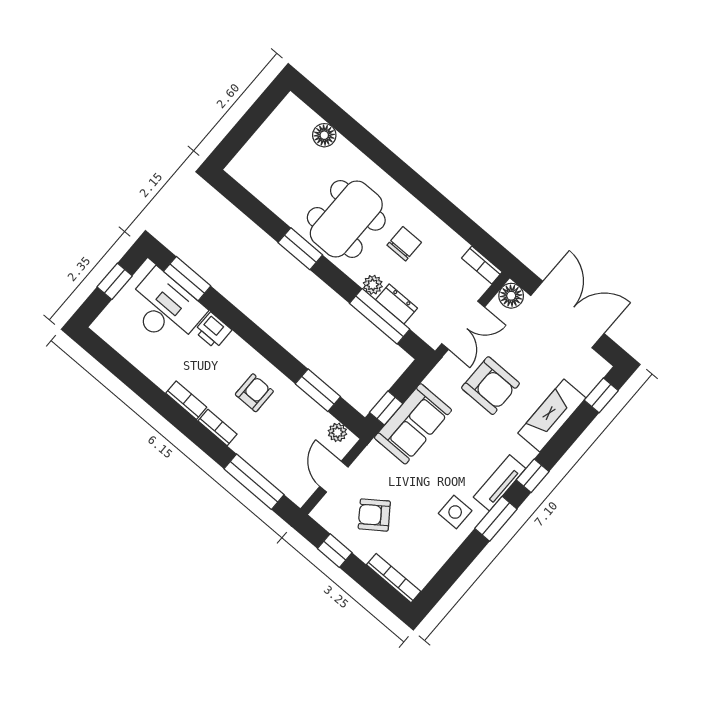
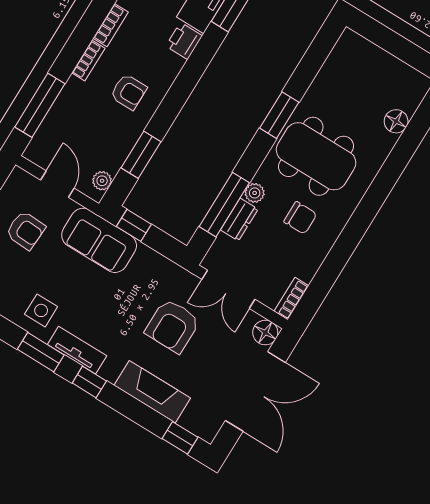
sofa: (413, 424) -> (99, 240), moved
door: (334, 477) -> (57, 184), hinge flipped
armchair: (374, 515) -> (26, 230), turned 129

